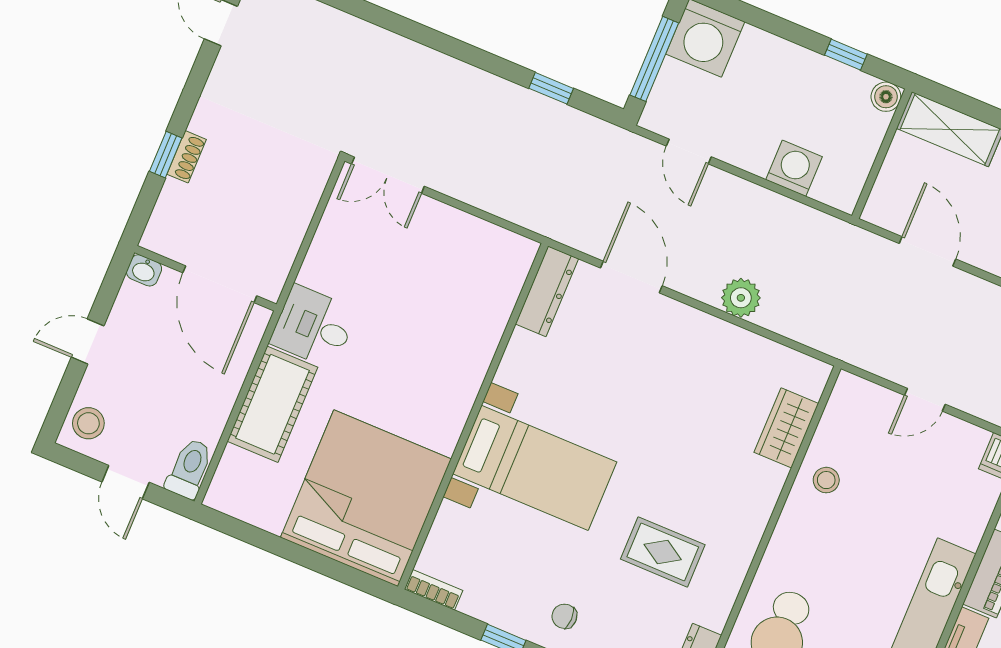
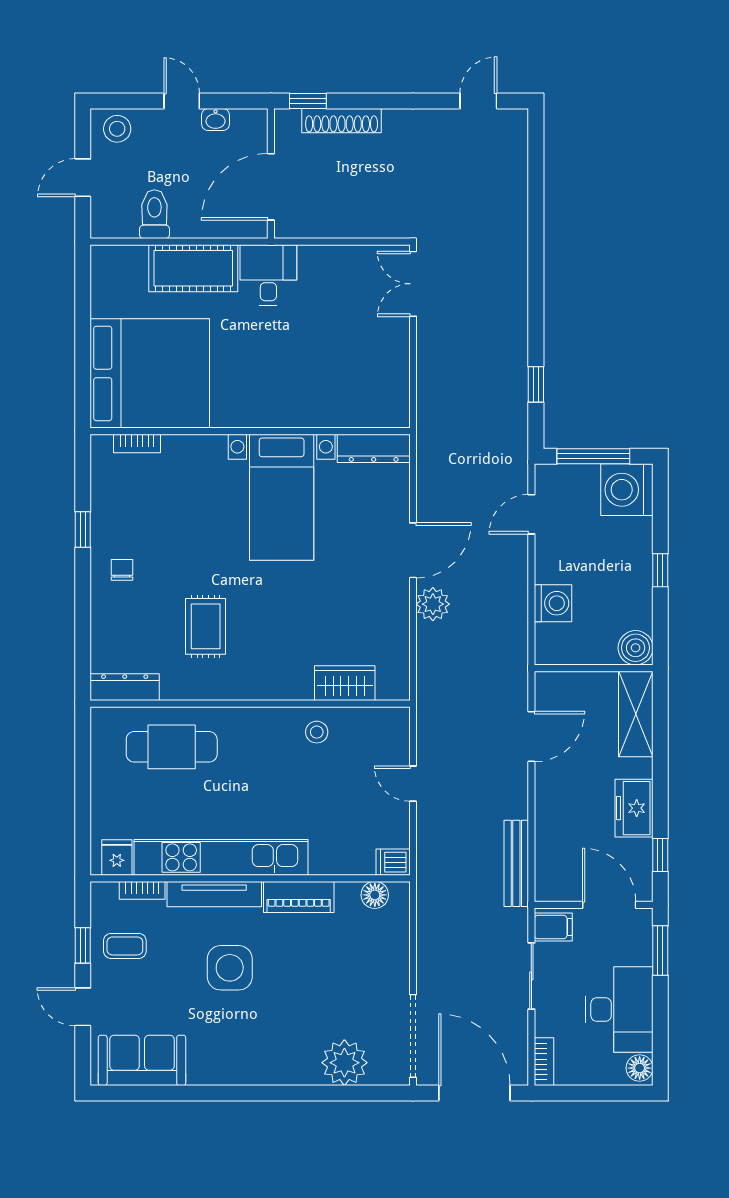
window: (846, 55) -> (660, 570), moved
boiler: (886, 97) -> (636, 648), width x1.36, depth x1.36
window: (166, 155) -> (308, 101), moved
shoe rack: (187, 157) -> (342, 121), width x1.94, depth x1.24
washbasin: (144, 270) -> (215, 120), moved, turned -90
door: (631, 277) -> (413, 550), moved
bed with nightstands: (535, 468) -> (282, 497), moved
toilet: (189, 469) -> (154, 214), moved, turned -90
bookcase: (434, 590) -> (137, 443), moved, turned 90

